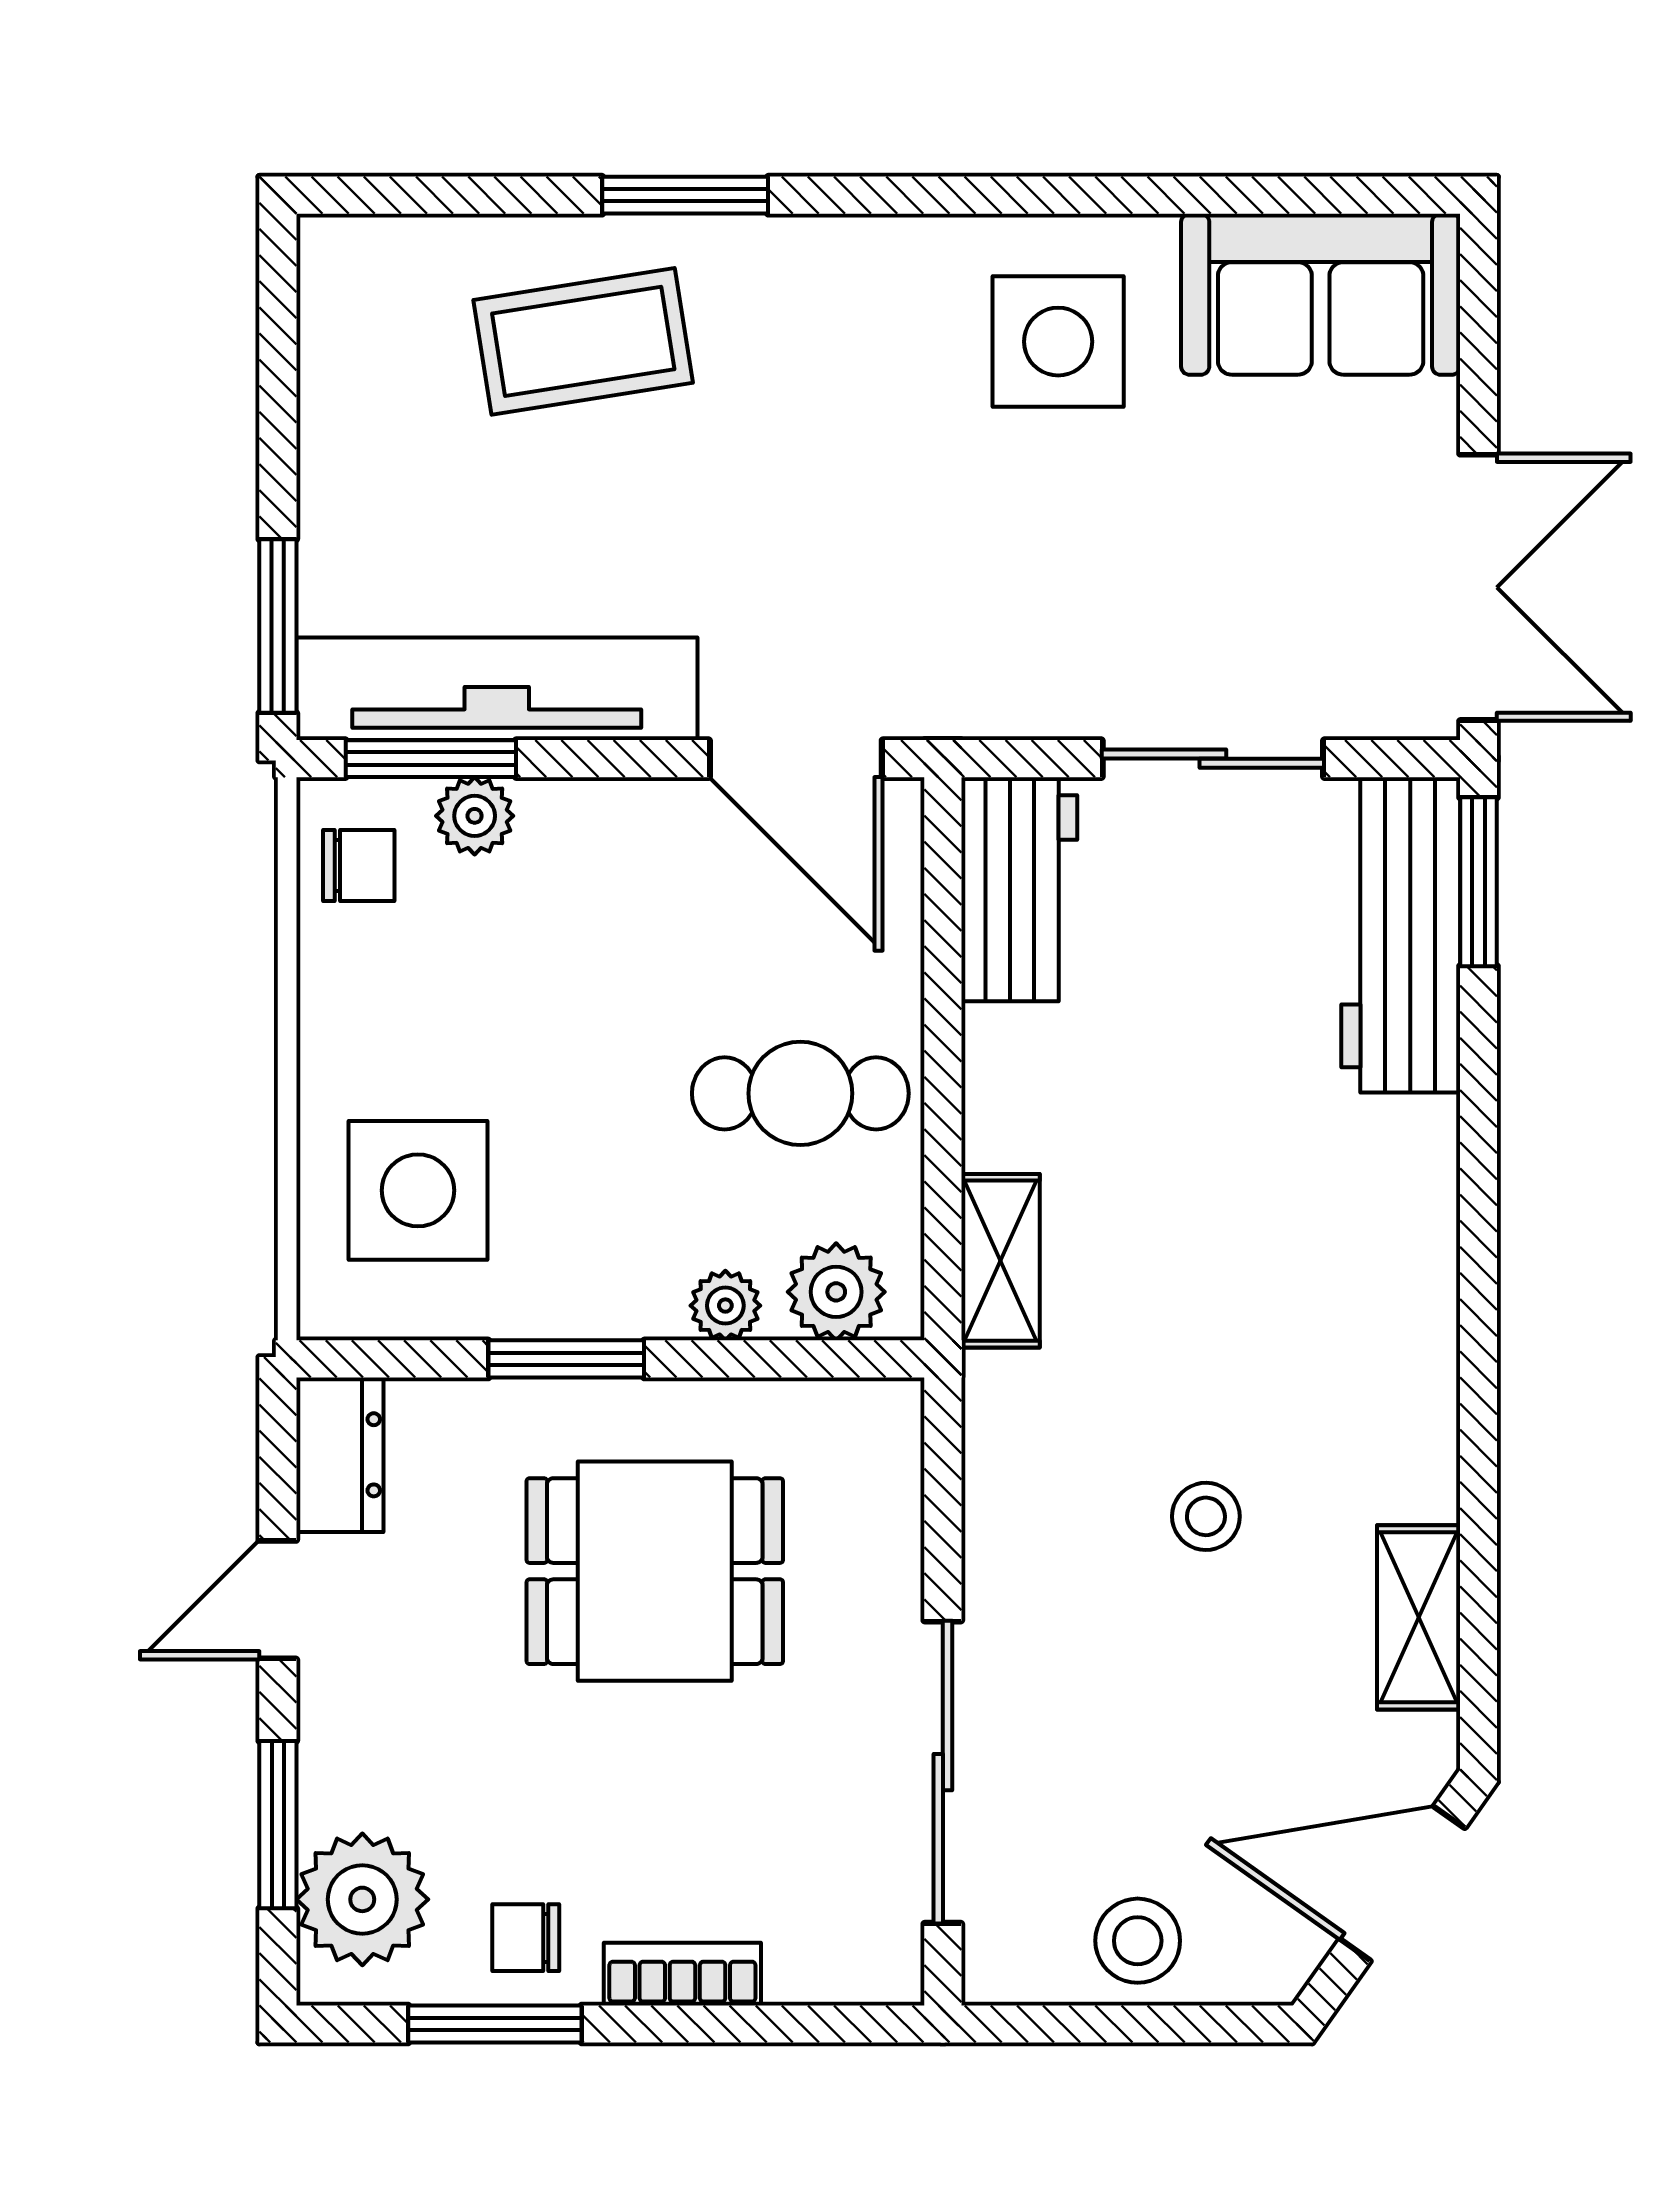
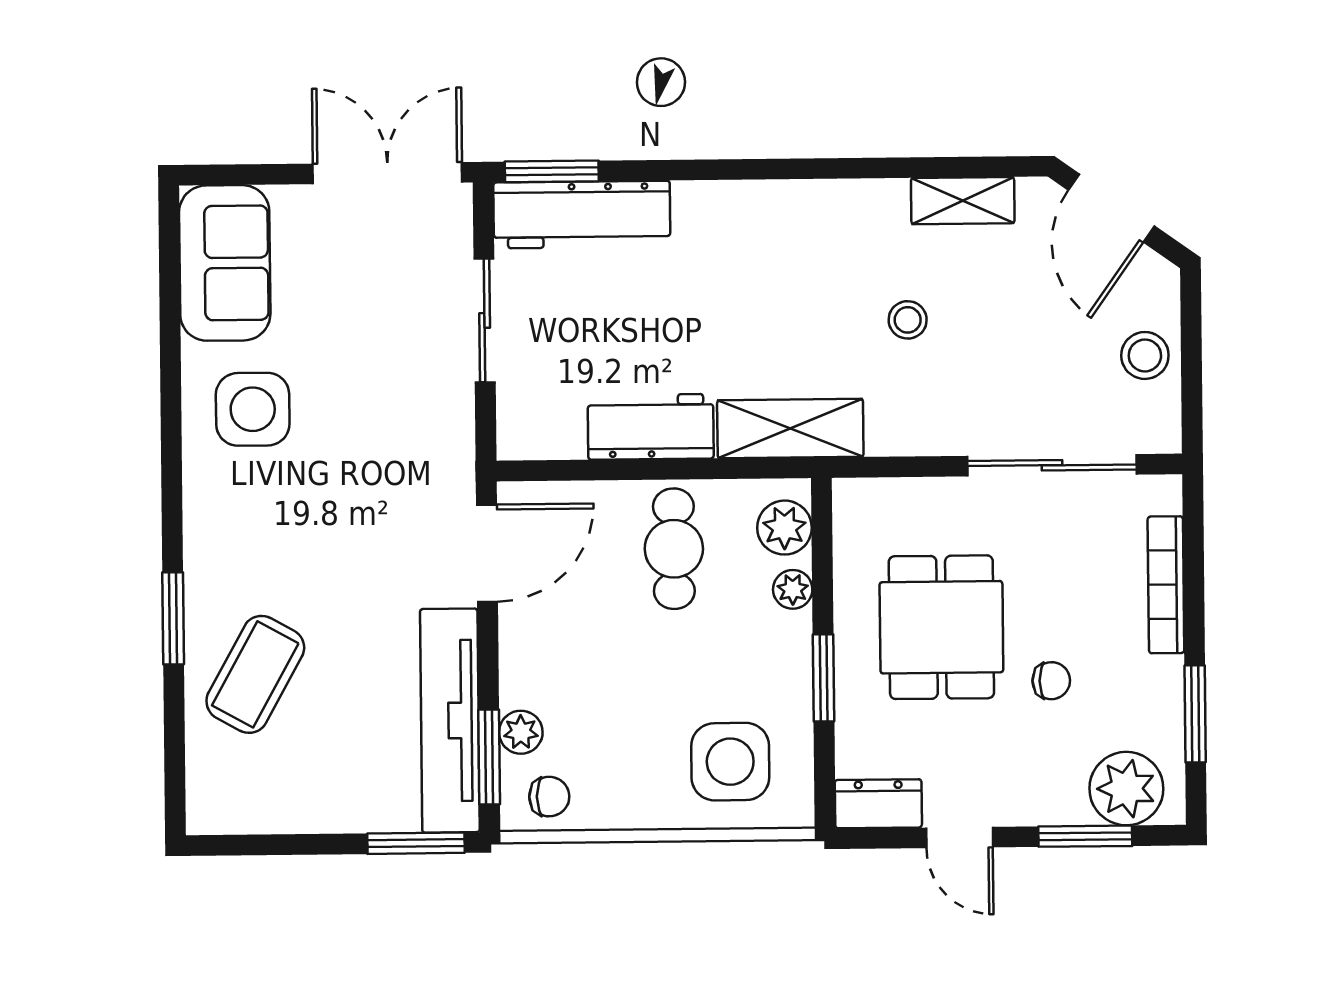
coffee table: (583, 341) -> (255, 674), turned 38
chair: (359, 866) -> (549, 797), turned 90
workbench: (1019, 889) -> (651, 427), moved
shelving: (1000, 1261) -> (790, 429), width x1.50, depth x1.33
chair: (526, 1938) -> (1051, 681), moved, turned -90
bookcase: (682, 1974) -> (1166, 585), width x1.56

